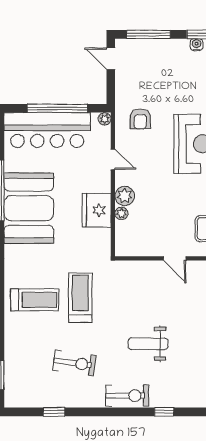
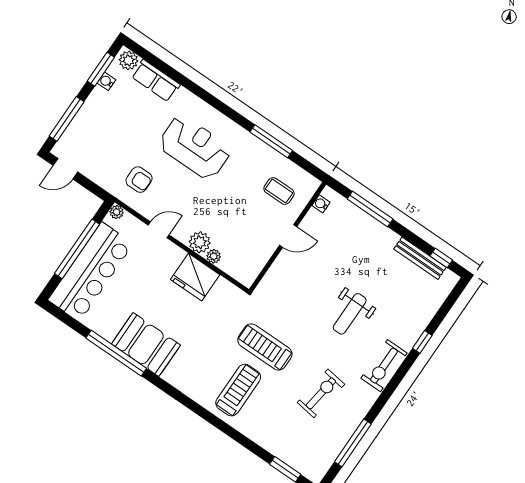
booth: (29, 208) -> (146, 344), width x0.73, depth x0.70
exercise bike: (127, 396) -> (384, 366), turned 180
window: (54, 412) -> (353, 443), width x2.17

